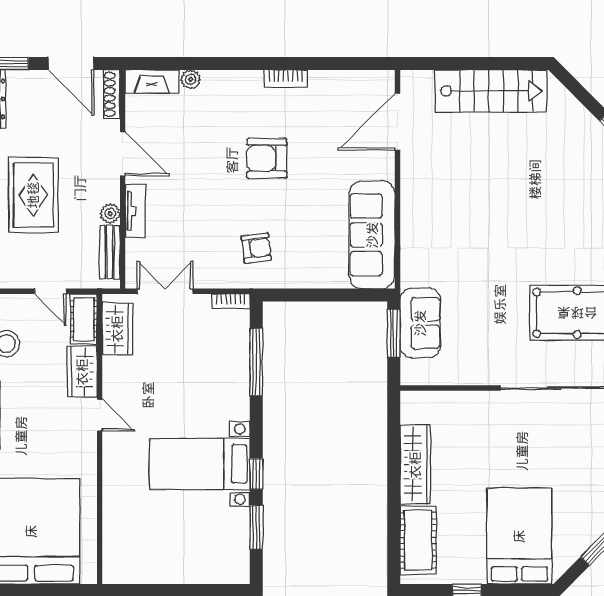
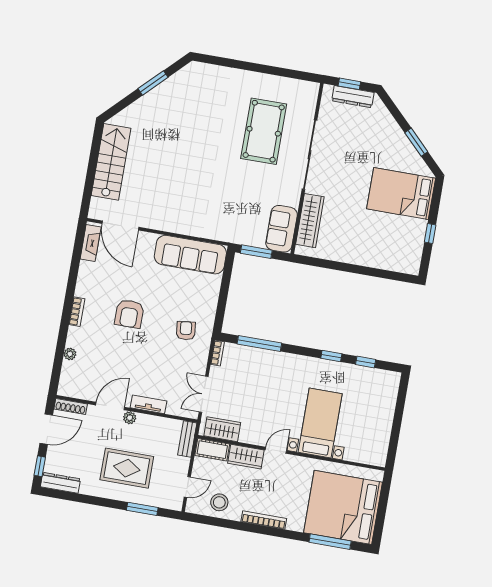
bookcase: (286, 79) -> (77, 312), moved
fireplace: (152, 81) -> (91, 243), moved
plant: (110, 214) -> (130, 418), moved
bench: (110, 252) -> (187, 439), moved, turned 90
door: (50, 291) -> (187, 487), moved
sofa: (420, 323) -> (282, 229), moved, turned -90
bed with nightstands: (200, 464) -> (320, 423), moved, turned 180
wardrobe: (415, 465) -> (310, 221), moved, turned 90
window: (256, 527) -> (366, 362), width x0.67
cot: (418, 540) -> (392, 259), removed

